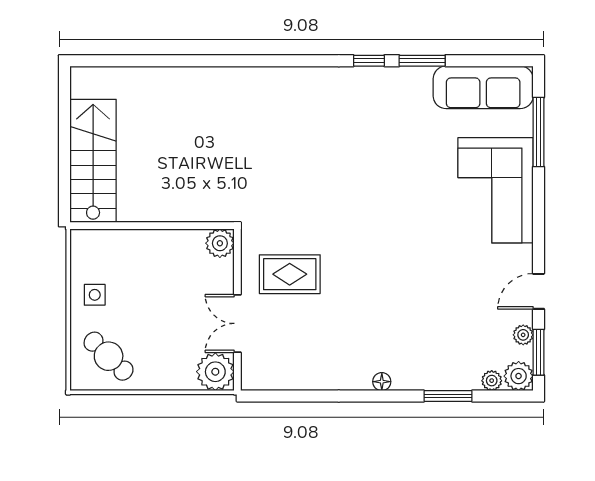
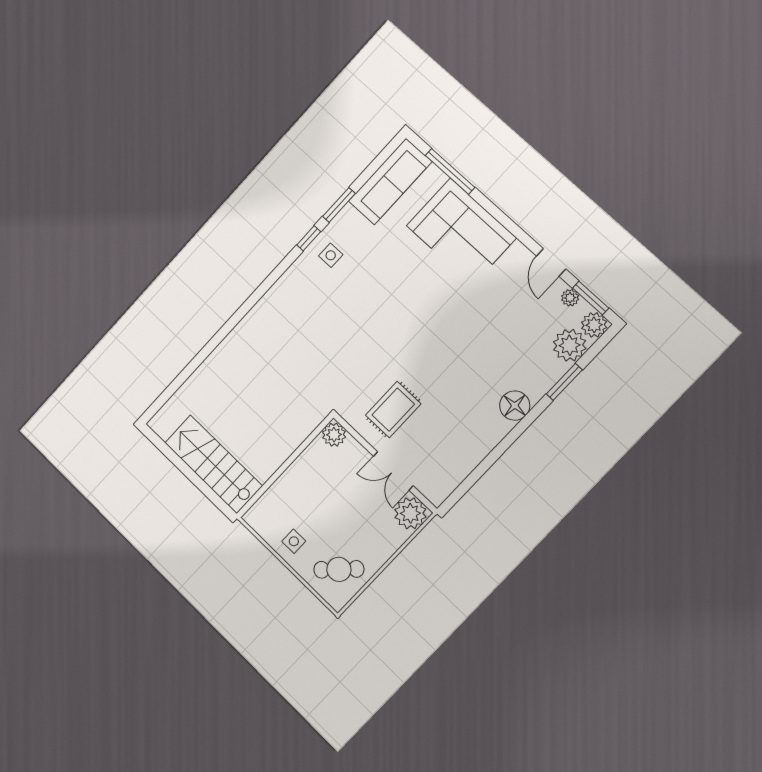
side table: (372, 94) -> (331, 255), added
plant: (492, 381) -> (570, 345), width x1.88, depth x1.88
floor lamp: (382, 382) -> (515, 406), width x1.89, depth x1.89

